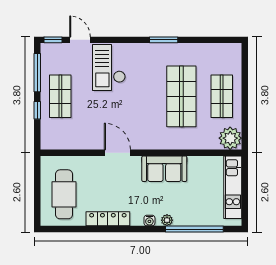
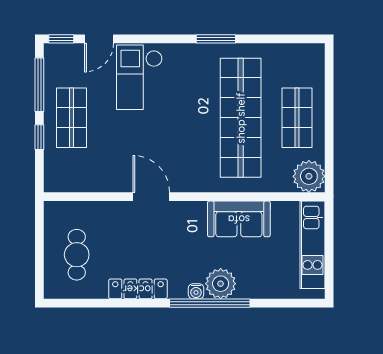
door: (80, 40) -> (99, 39), swing flipped
shop shelf: (181, 96) -> (241, 118), width x1.40
sofa: (164, 169) -> (239, 219), moved
cafe table: (64, 194) -> (77, 255), width x0.73, depth x0.74
plant: (167, 220) -> (221, 284), width x1.88, depth x1.88
window: (194, 229) -> (210, 303), moved

